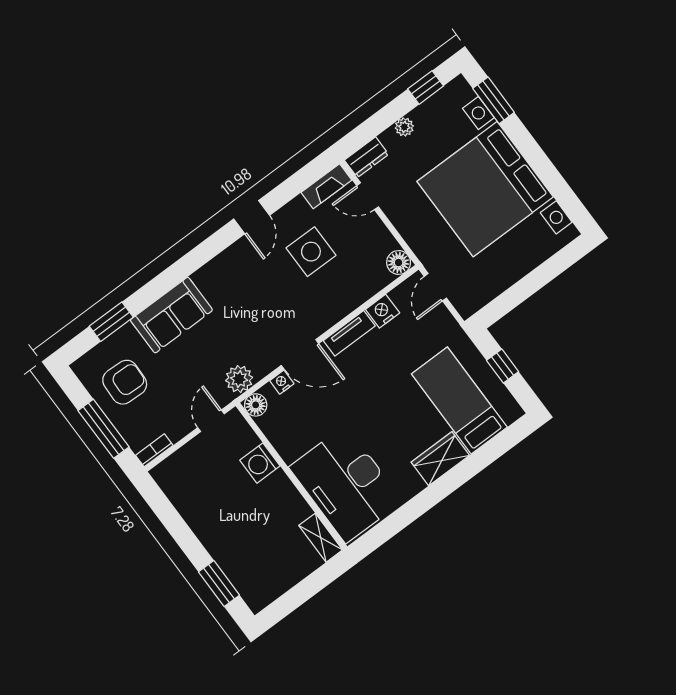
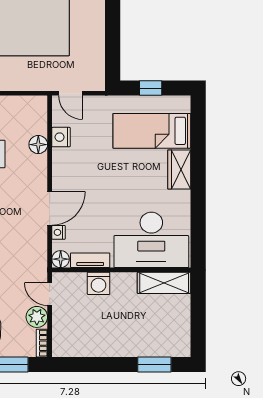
floor lamp: (399, 263) -> (38, 145), moved
tv unit: (349, 333) -> (90, 260), moved, turned -90
plant: (239, 379) -> (37, 317), moved
shelving: (321, 538) -> (164, 283), width x1.50, depth x1.33

